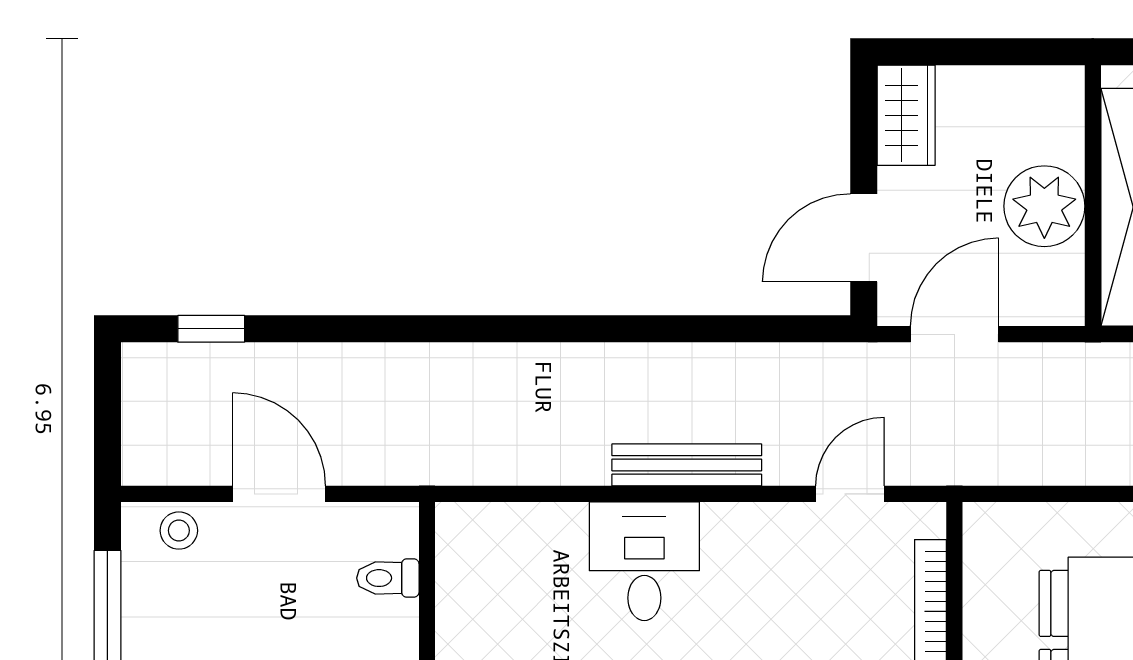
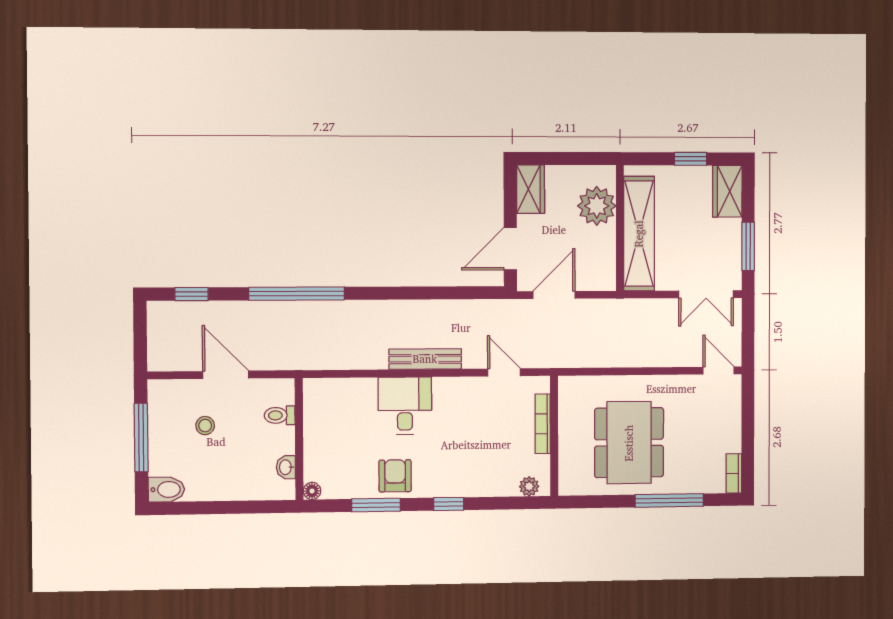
plant: (1044, 206) -> (597, 206), moved
window: (424, 329) -> (297, 294), added
door: (850, 494) -> (504, 372), hinge flipped
stool: (179, 531) -> (205, 426), moved

